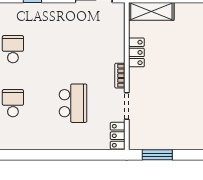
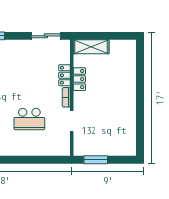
school desk: (73, 103) -> (29, 119), turned 90
locker: (118, 136) -> (65, 75), moved

